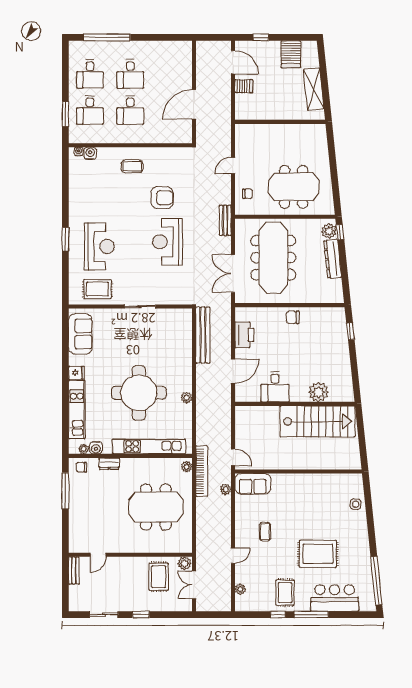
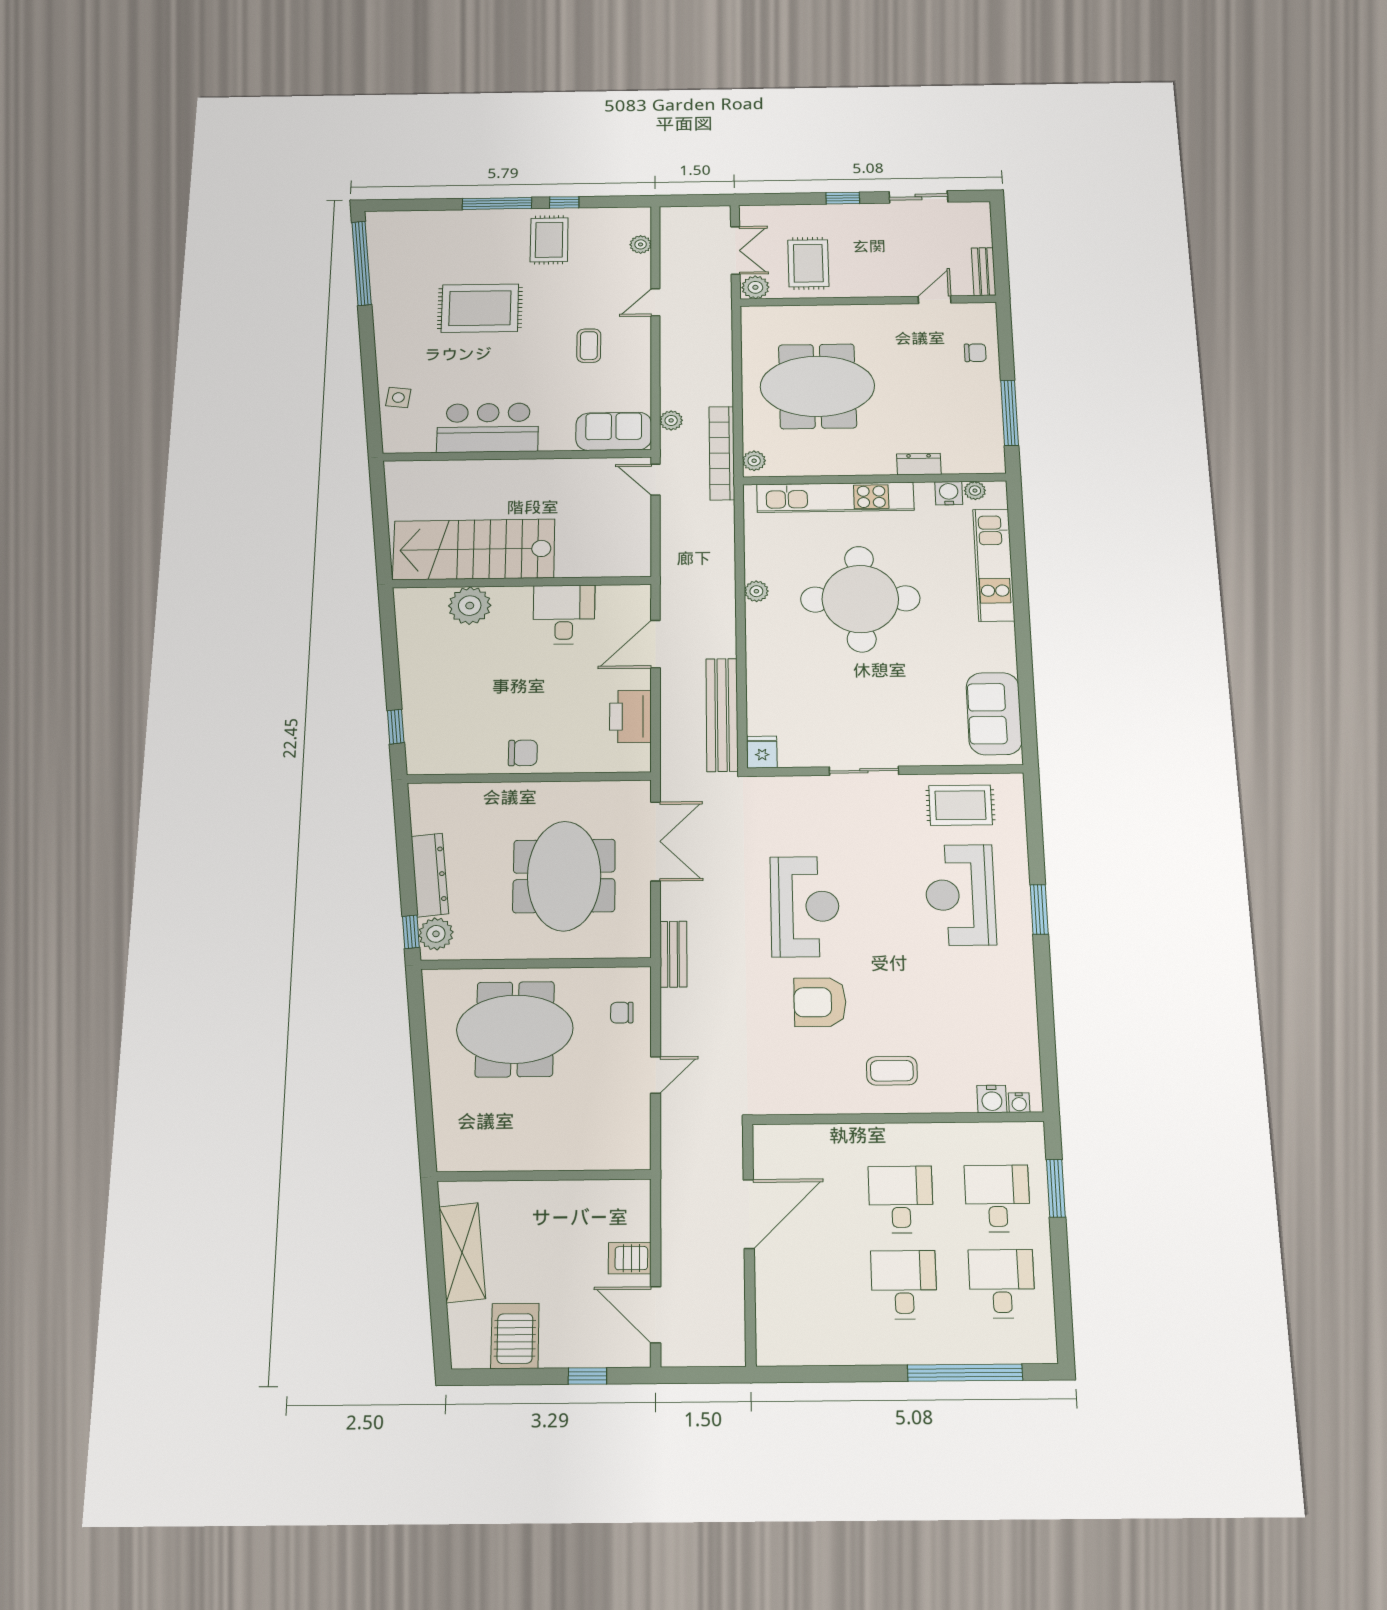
meeting table: (273, 258) -> (564, 876), width x0.73
fridge: (76, 373) -> (762, 752), moved, turned 90
chair: (81, 467) -> (975, 353), moved
bar counter: (335, 598) -> (488, 428), moved, turned 180

